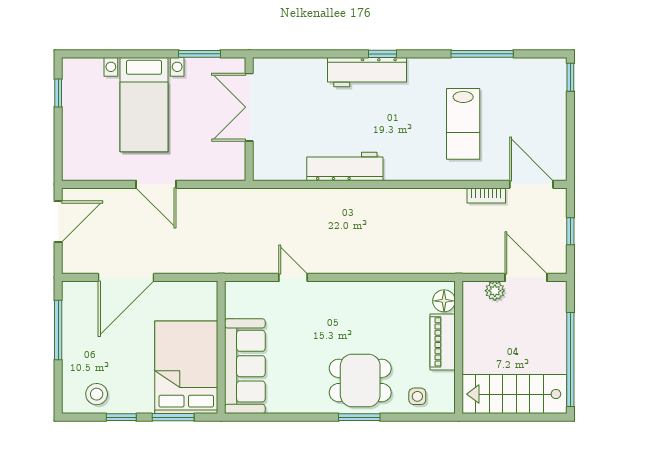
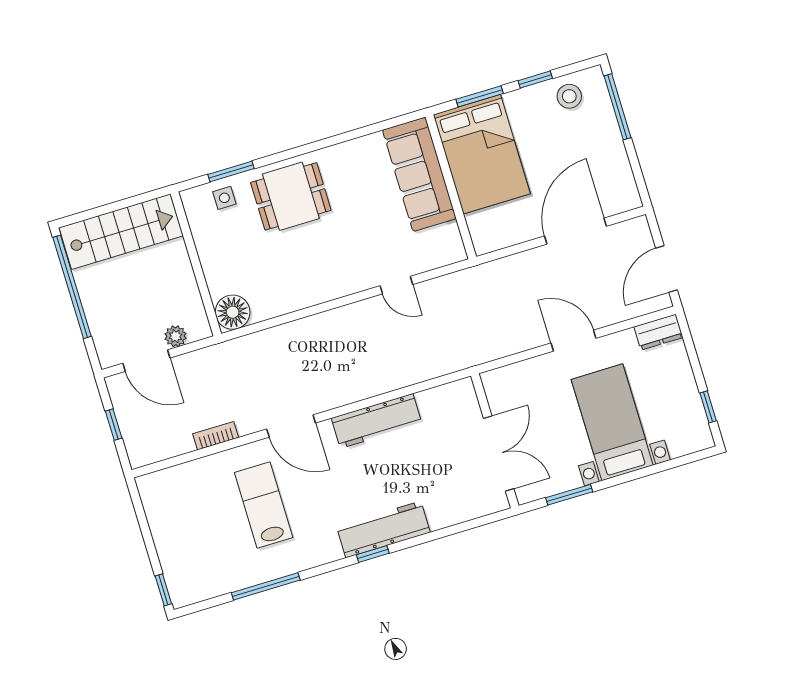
dresser: (81, 170) -> (658, 332), added
door: (531, 184) -> (291, 426), moved
floor lamp: (444, 301) -> (233, 312), width x1.38, depth x1.38
window: (58, 330) -> (618, 107), moved
piano: (443, 342) -> (215, 264), removed
window: (359, 417) -> (231, 171), moved

